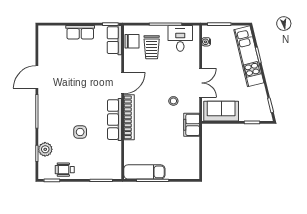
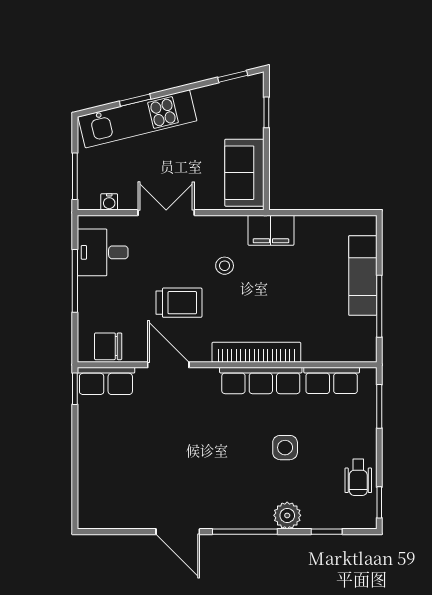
row of seats: (80, 32) -> (332, 380), moved, turned 90
chair: (132, 41) -> (108, 346), turned -90
trolley: (152, 47) -> (179, 303), moved
door: (123, 83) -> (168, 365), moved
double door: (201, 83) -> (166, 213), moved
plant: (45, 149) -> (287, 515), moved
exam couch: (144, 172) -> (363, 276), moved

